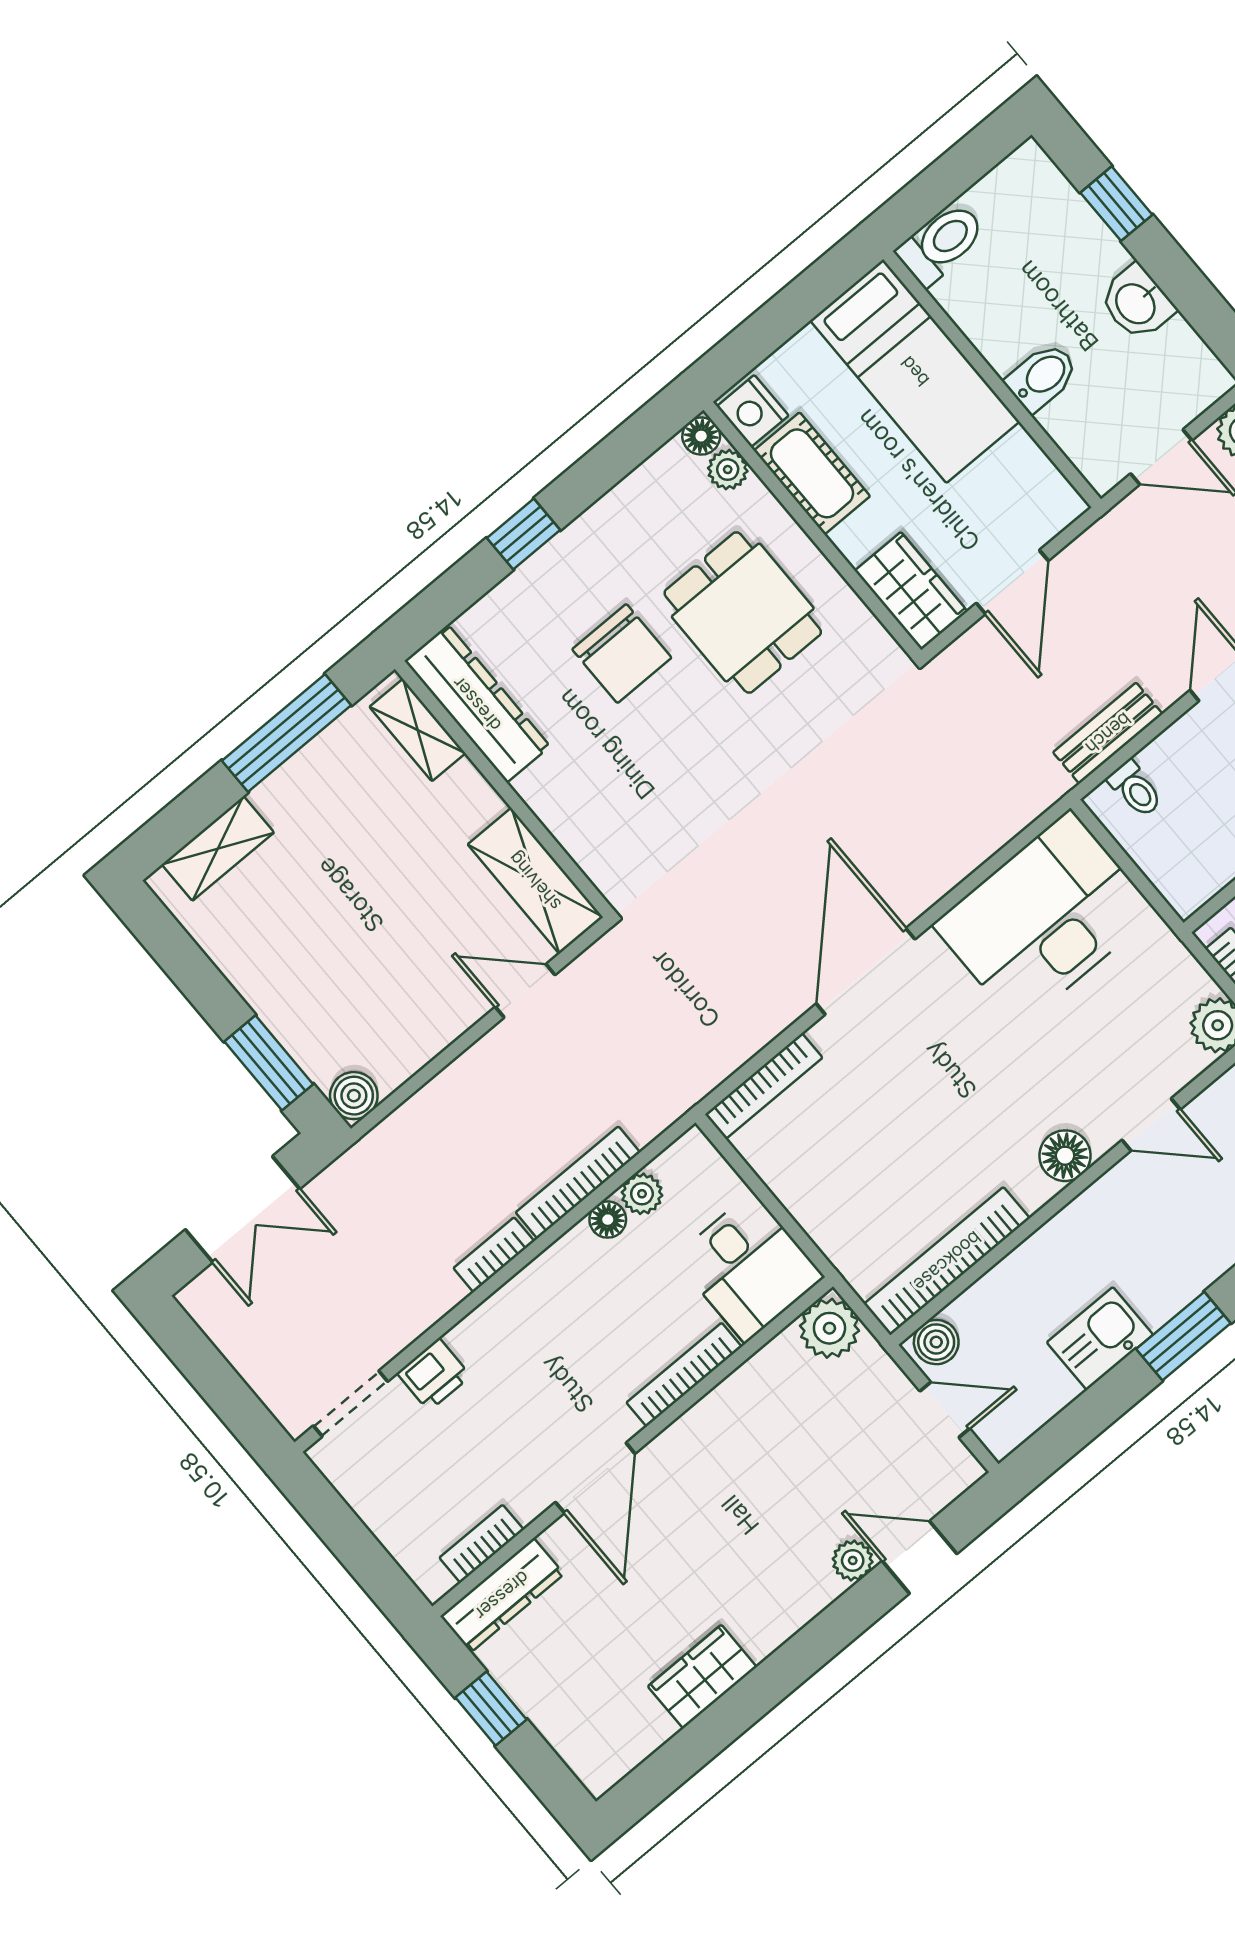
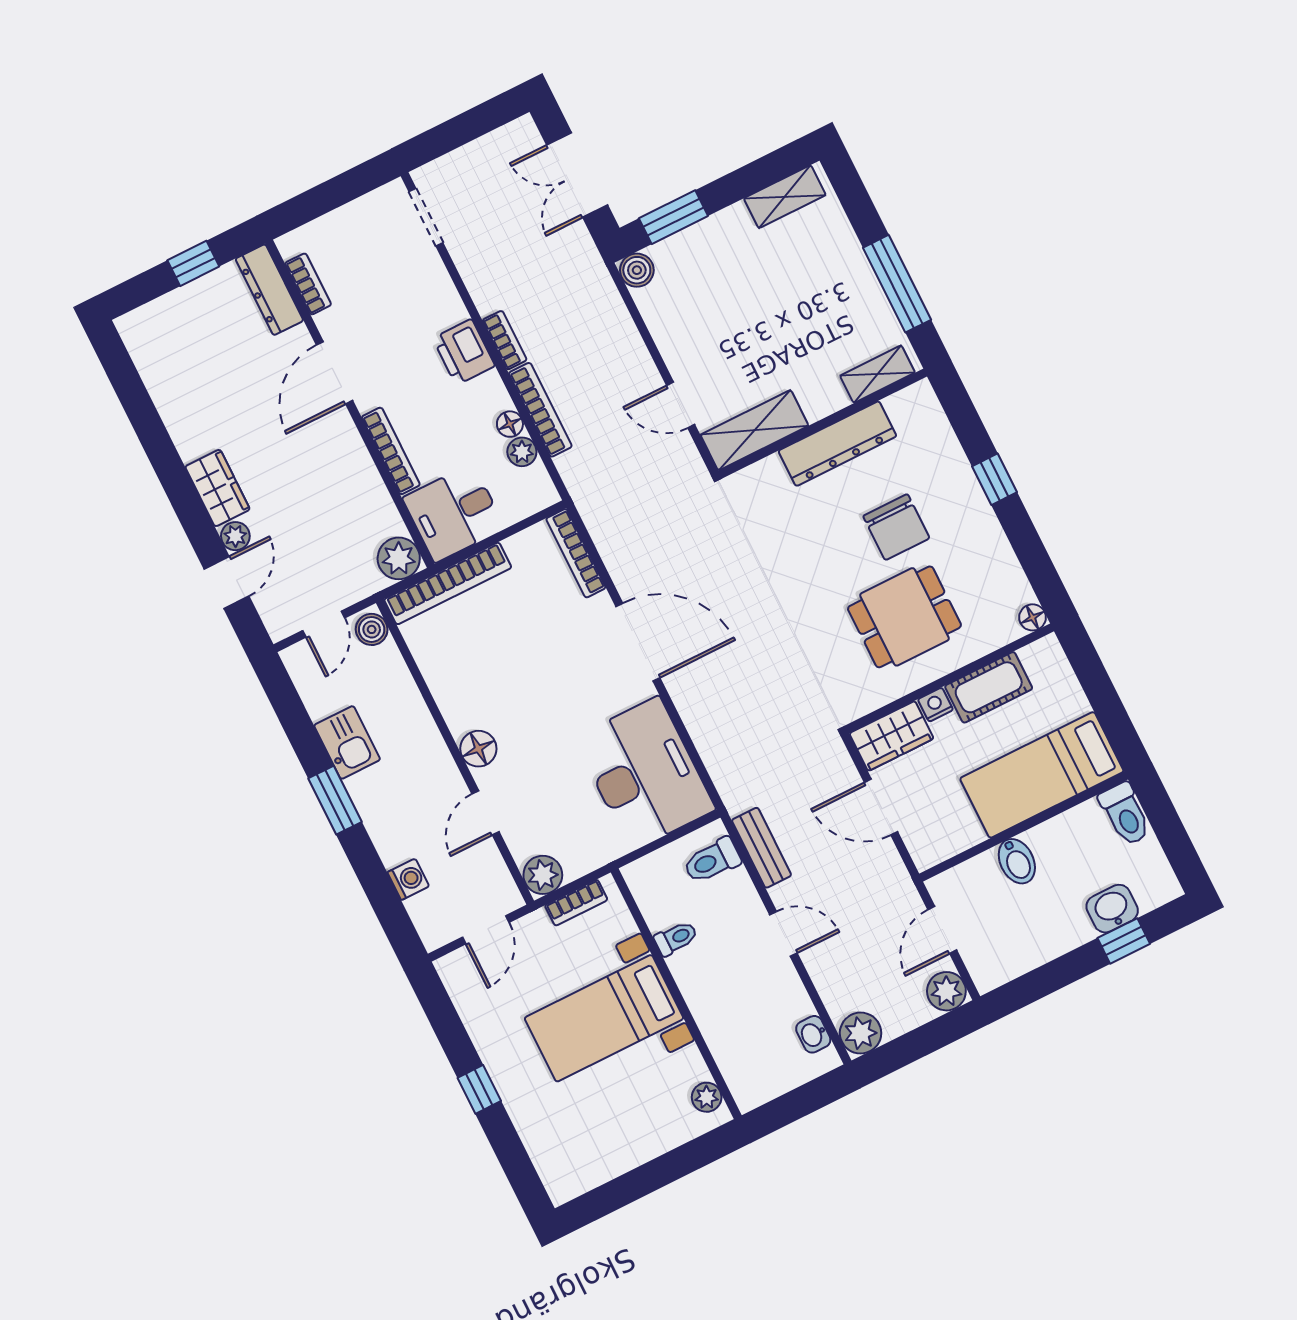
washbasin: (1137, 303) -> (1112, 909), moved
nightstand: (753, 411) -> (935, 705), moved, width x0.72, depth x0.74
plant: (728, 470) -> (1005, 630), removed
chair: (622, 654) -> (896, 527), turned -90
dresser: (477, 704) -> (837, 444), moved
toilet: (1135, 789) -> (712, 861), width x1.37, depth x1.39
shelving: (218, 848) -> (785, 197), moved, turned 90
door: (525, 991) -> (681, 405), swing flipped
bookcase: (947, 1261) -> (448, 583), moved, turned 90
printer: (434, 1375) -> (464, 352), moved, width x1.36, depth x1.24
door: (595, 1478) -> (335, 373), hinge flipped
wardrobe: (702, 1677) -> (217, 488), moved

